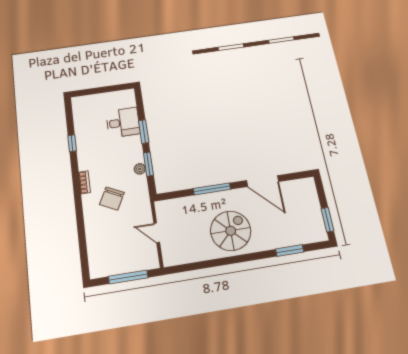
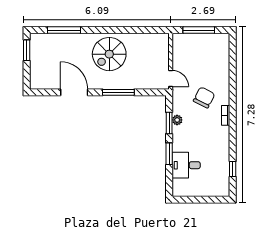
window: (72, 143) -> (233, 169), moved
door: (157, 233) -> (171, 79), moved
window: (290, 250) -> (64, 30), width x1.44

